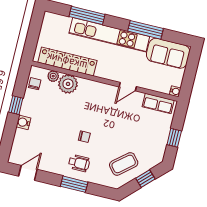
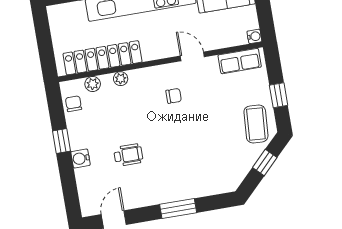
plant: (68, 84) -> (121, 79), width x0.53, depth x0.53
door: (128, 87) -> (192, 56), swing flipped
chair: (84, 137) -> (174, 96), moved
wheelchair: (79, 163) -> (128, 155), moved
coffee table: (124, 164) -> (256, 124), moved, turned -46

